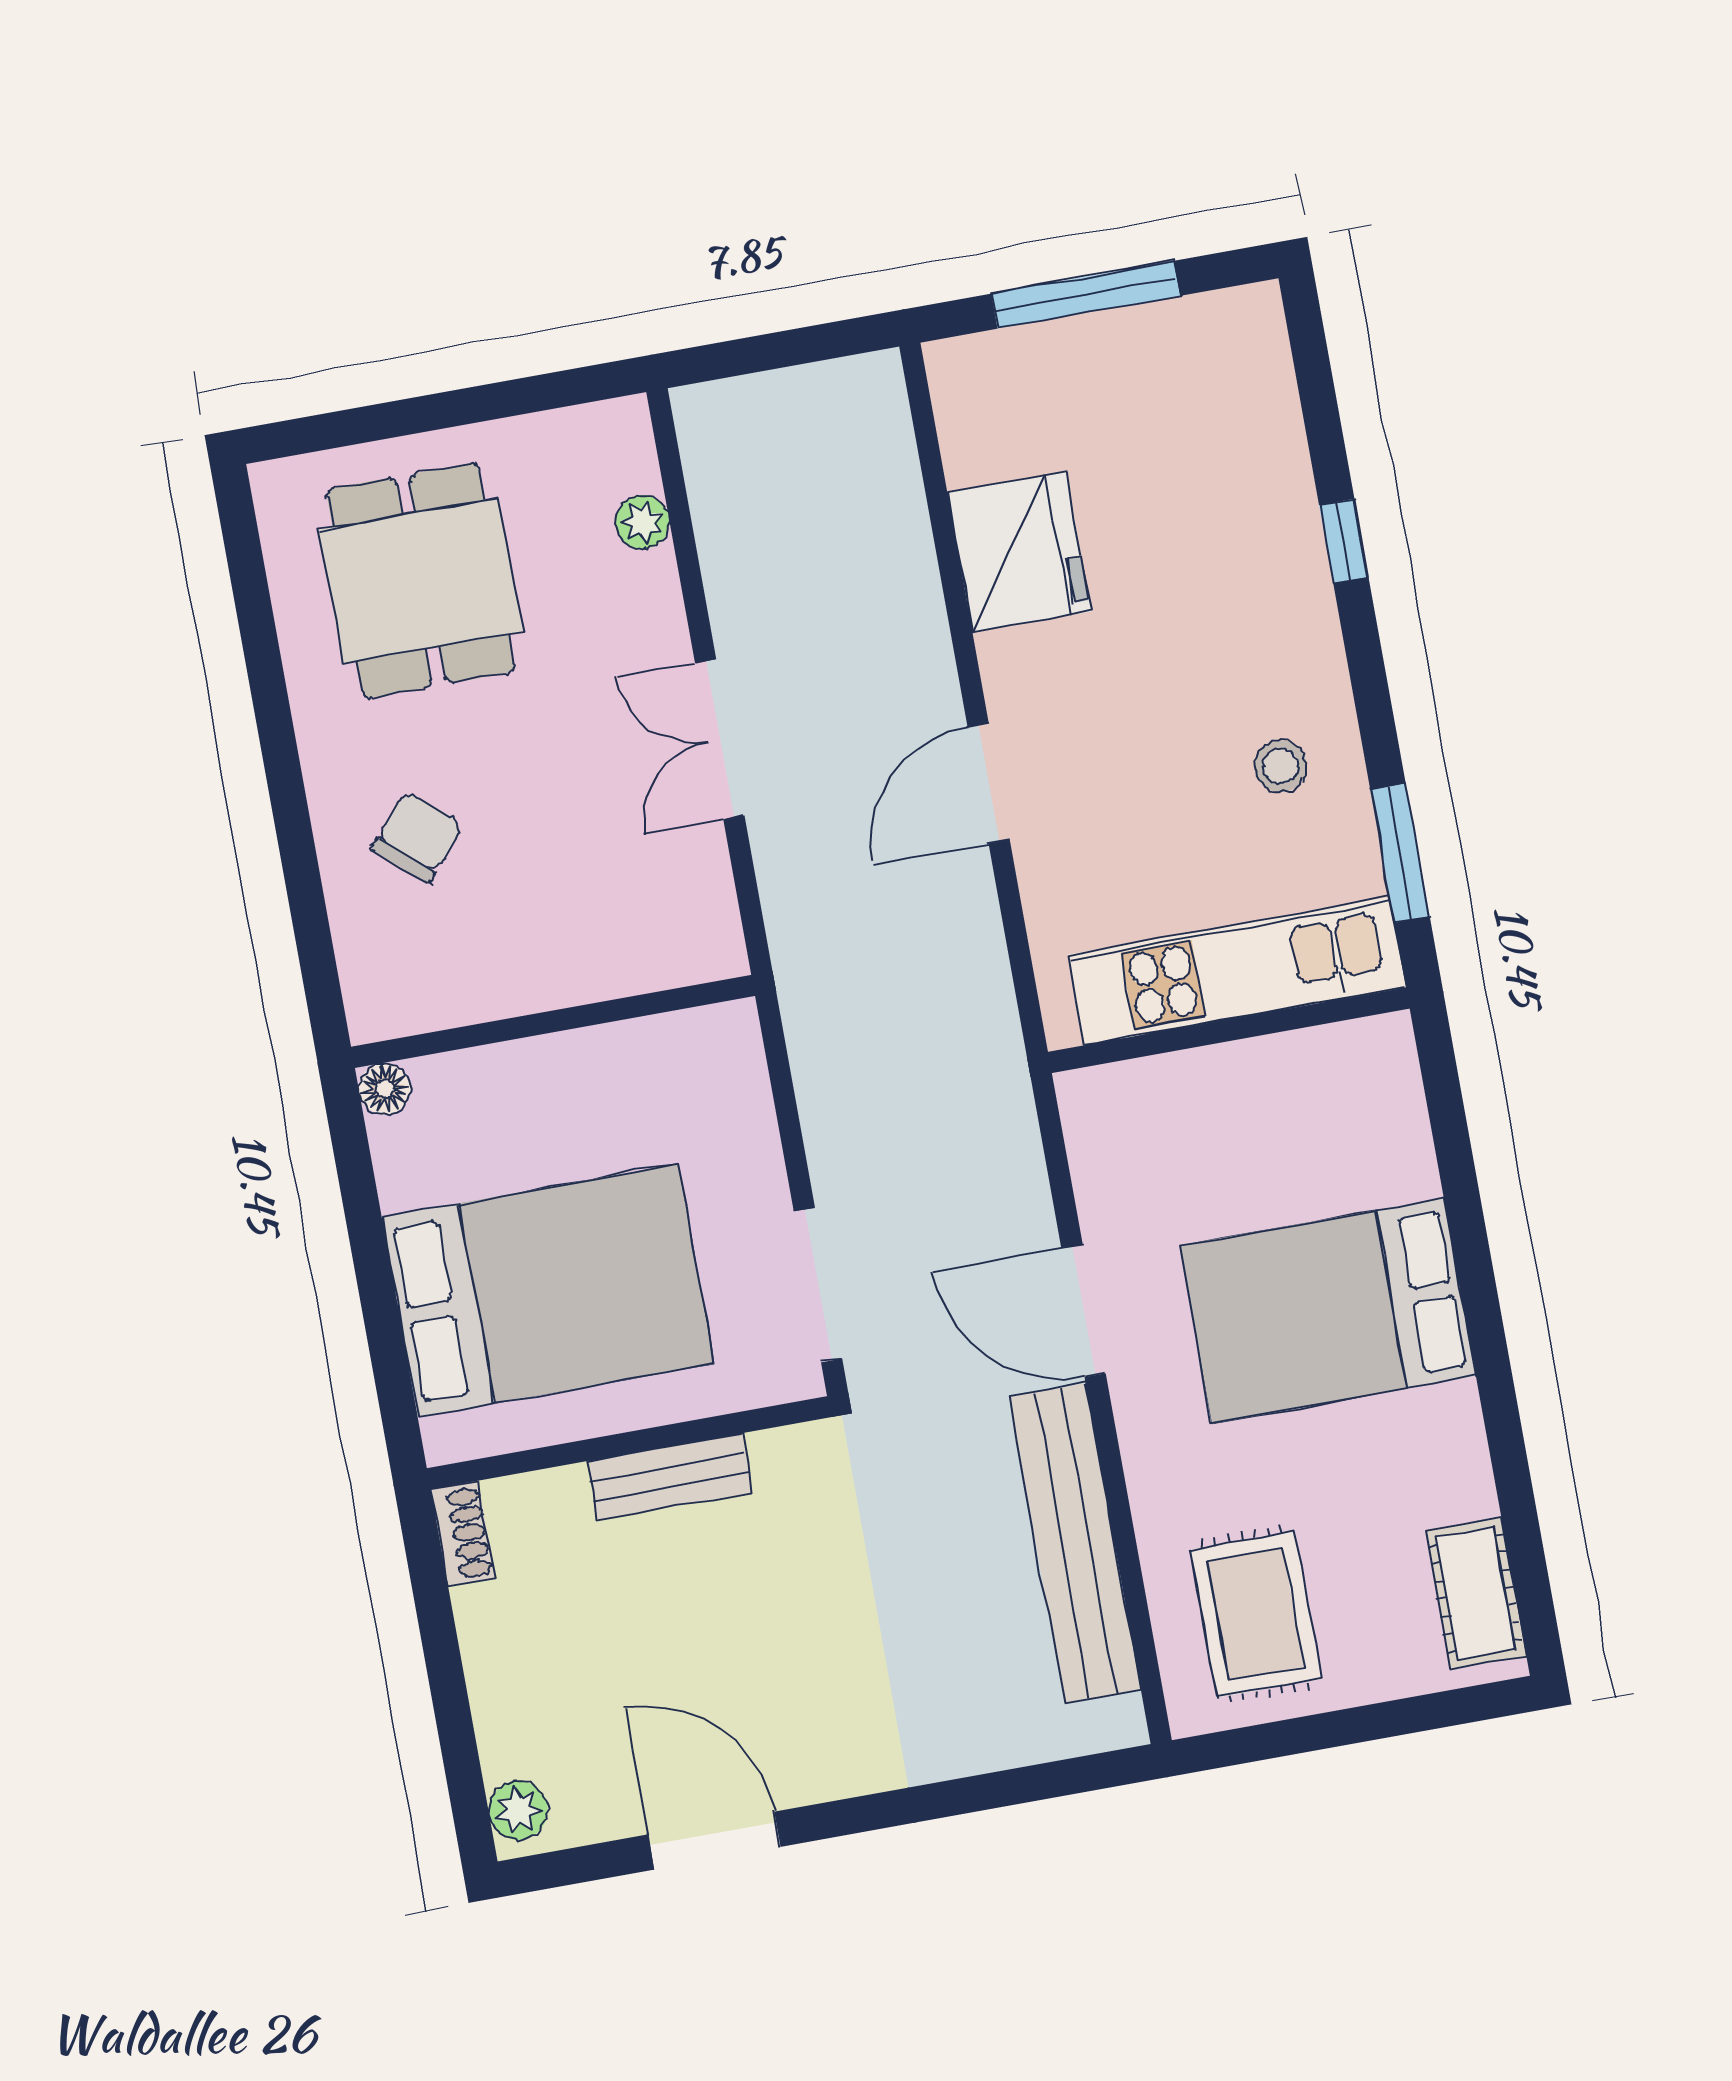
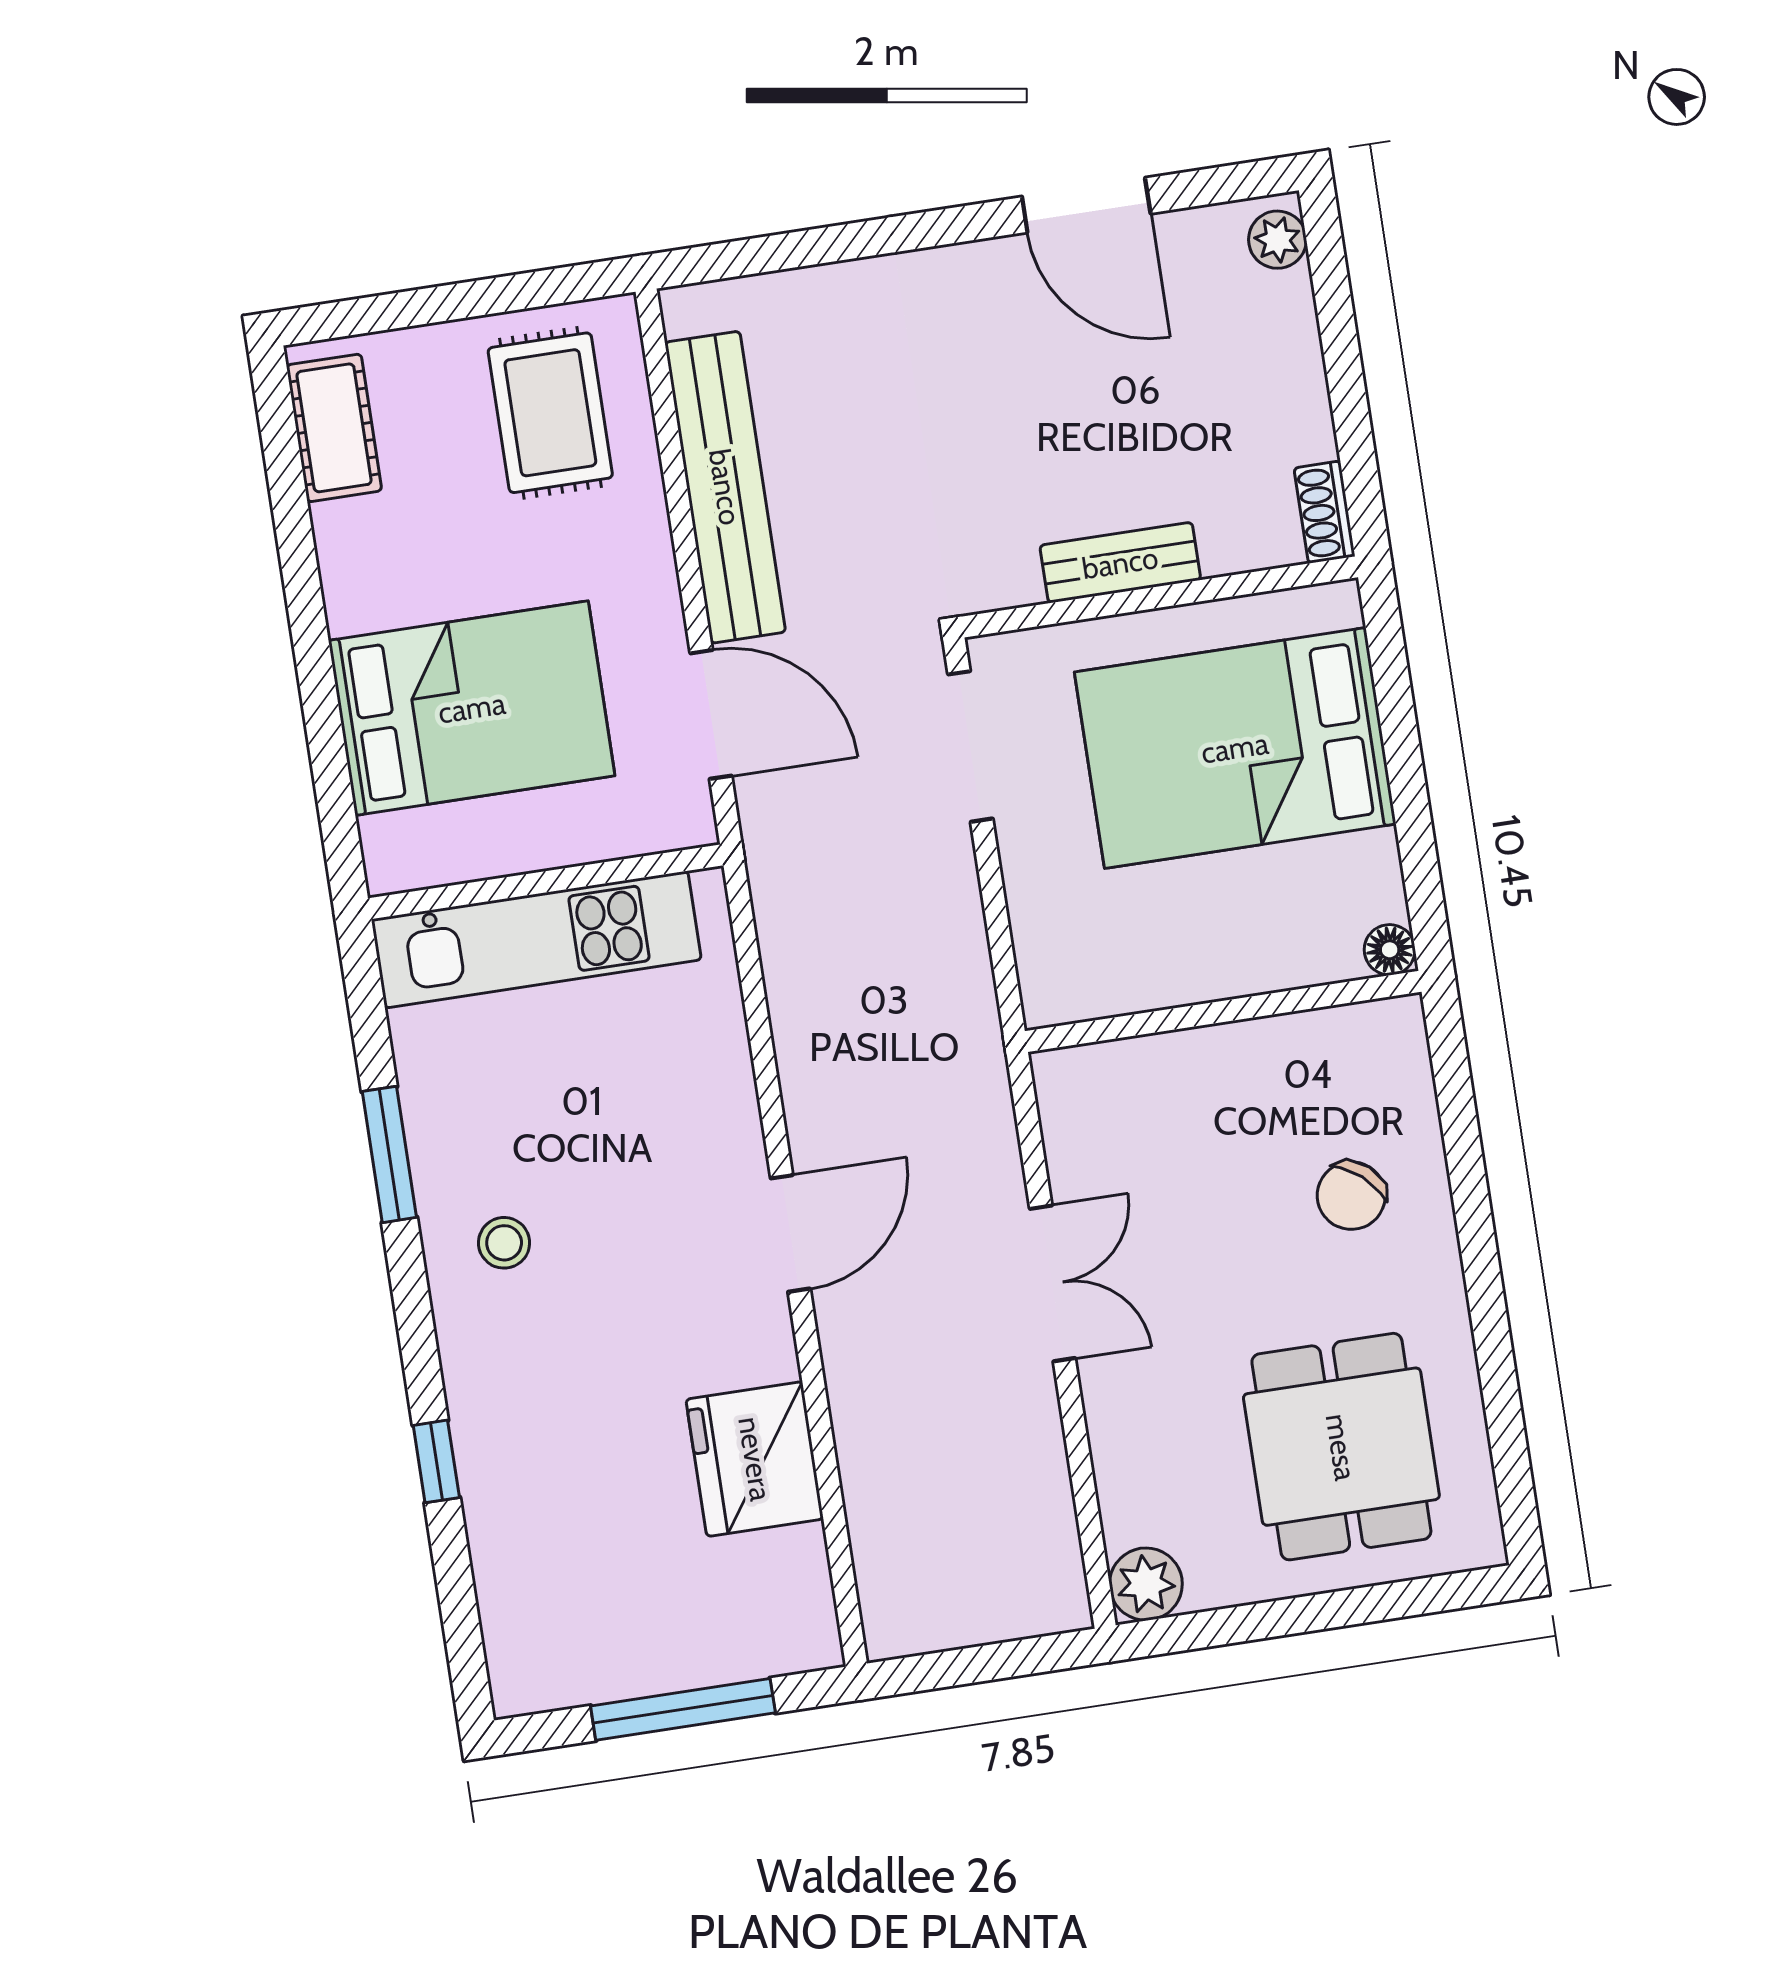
plant: (642, 522) -> (1146, 1584), moved, width x1.38, depth x1.38
kitchen unit: (1237, 971) -> (536, 939), moved
wall: (1229, 1030) -> (546, 882), moved

